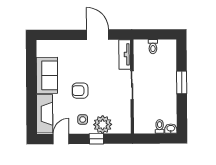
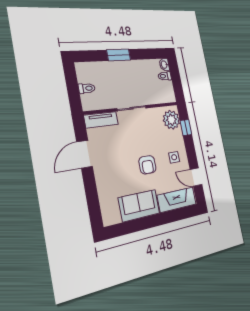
plant: (103, 125) -> (171, 120), moved
window: (96, 139) -> (186, 128), moved

